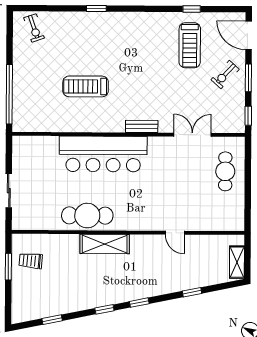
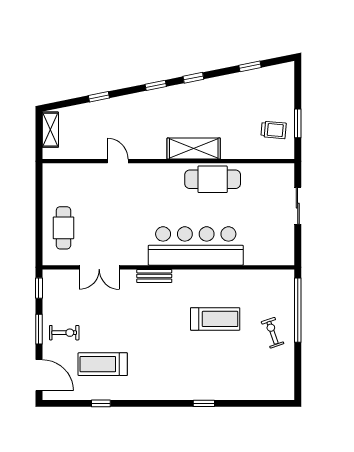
exercise bike: (34, 28) -> (273, 333), moved
treadmill: (190, 45) -> (103, 364), turned -90
exercise bike: (225, 75) -> (64, 333), turned 47

